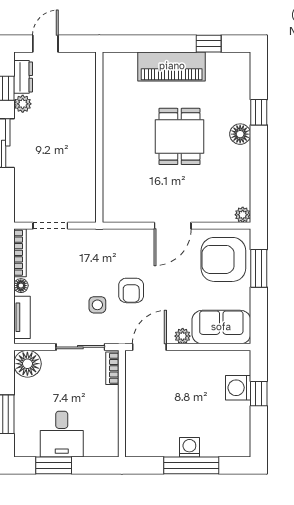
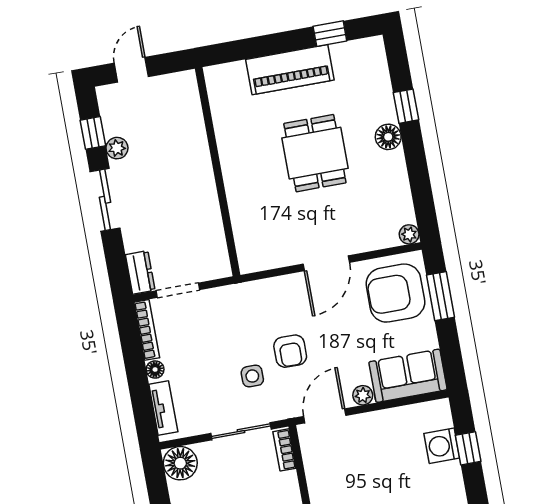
dresser: (23, 77) -> (140, 272), moved

